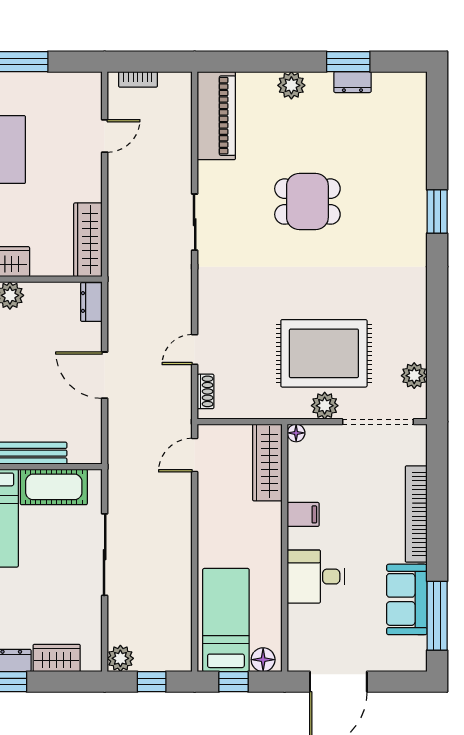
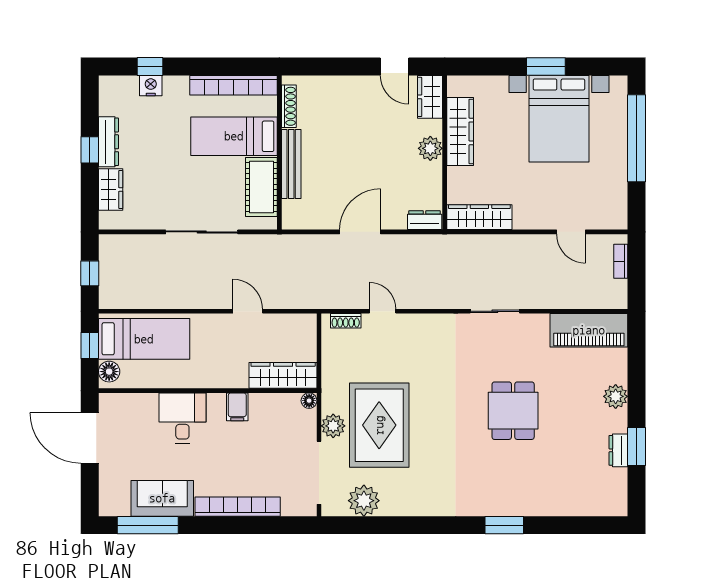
plant: (414, 376) -> (364, 501), width x1.36, depth x1.36
door: (195, 455) -> (248, 311), moved
plant: (120, 658) -> (110, 246), removed

